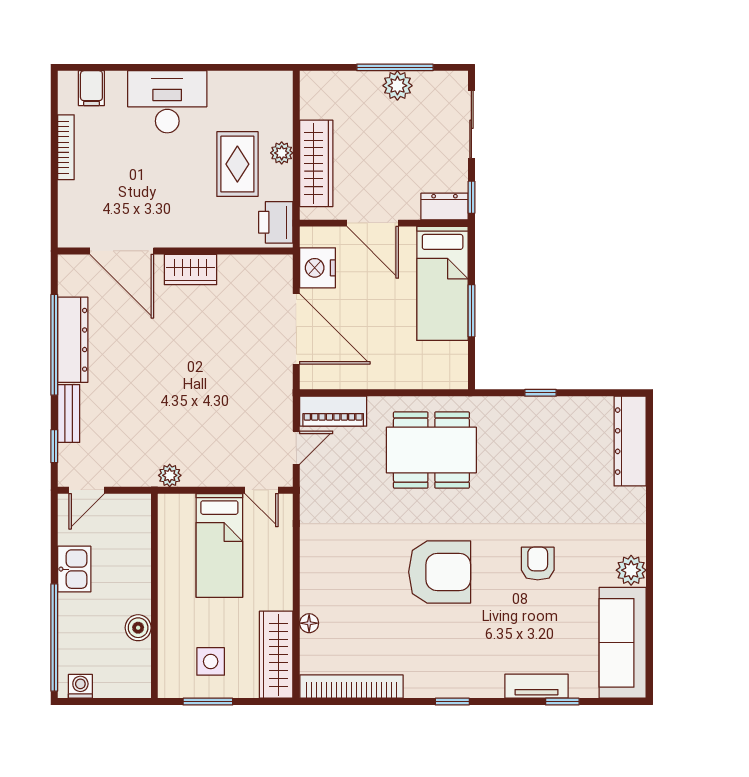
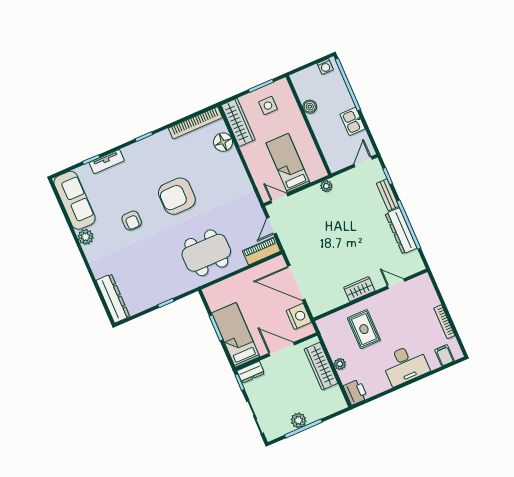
rug: (237, 164) -> (364, 329), moved
printer: (276, 222) -> (355, 392), moved
door: (122, 251) -> (396, 284), width x0.53
floor lamp: (309, 623) -> (223, 142), width x1.89, depth x1.89

